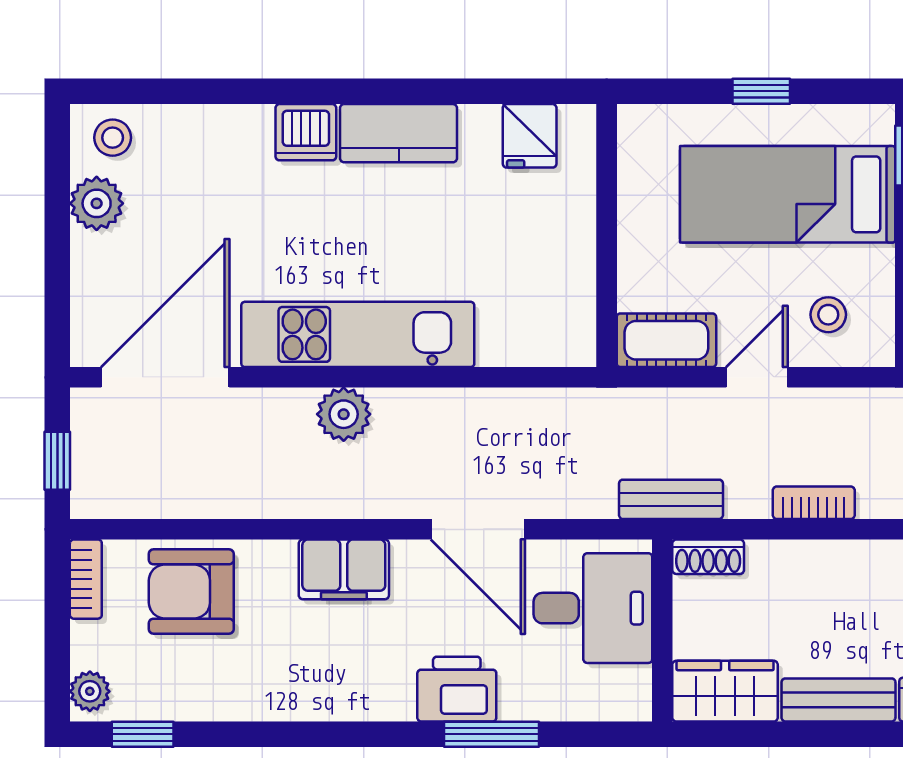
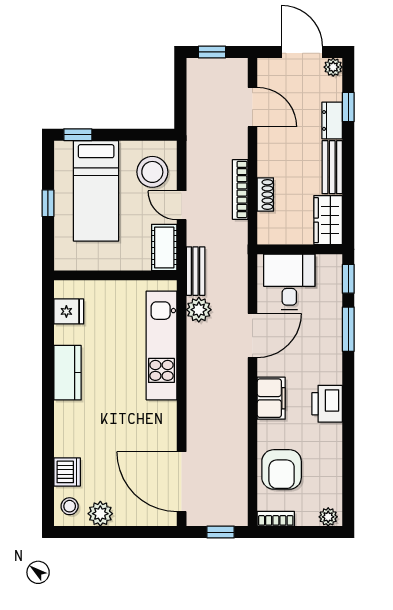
dishwasher: (306, 132) -> (67, 472), moved
stool: (828, 315) -> (152, 172), width x1.89, depth x1.89
kitchen unit: (358, 334) -> (161, 345), moved
plant: (344, 414) -> (199, 310), moved
bench: (671, 499) -> (196, 271), moved
bookcase: (814, 503) -> (240, 189), width x1.56
shoe rack: (708, 557) -> (265, 195), moved
printer: (457, 689) -> (327, 404), moved
window: (143, 734) -> (348, 279), moved

